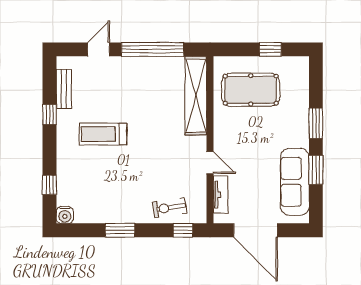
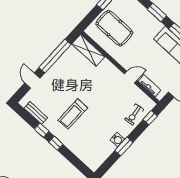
pool table: (251, 90) -> (114, 28), turned 90
shelving: (196, 96) -> (88, 50), width x0.68
window: (50, 185) -> (56, 143), moved
water cooler: (65, 215) -> (117, 140), moved

